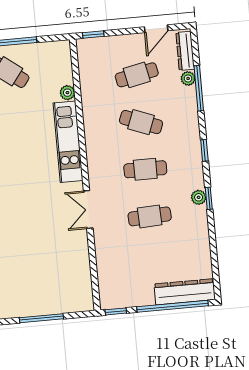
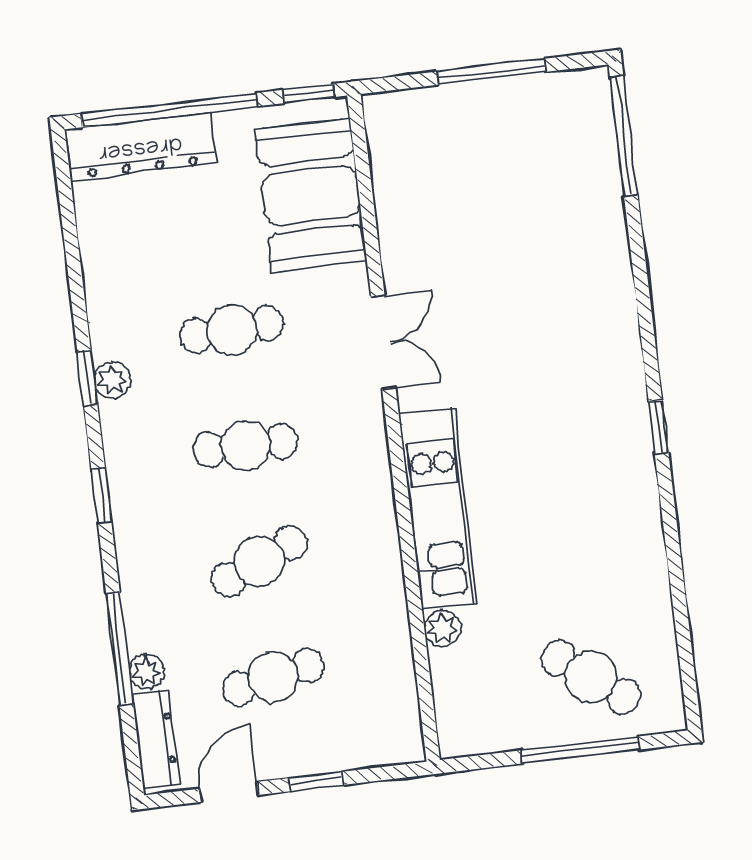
window: (93, 34) -> (316, 781), moved
cafe table: (141, 122) -> (259, 561), turned -45
booth: (116, 270) -> (311, 195), added

